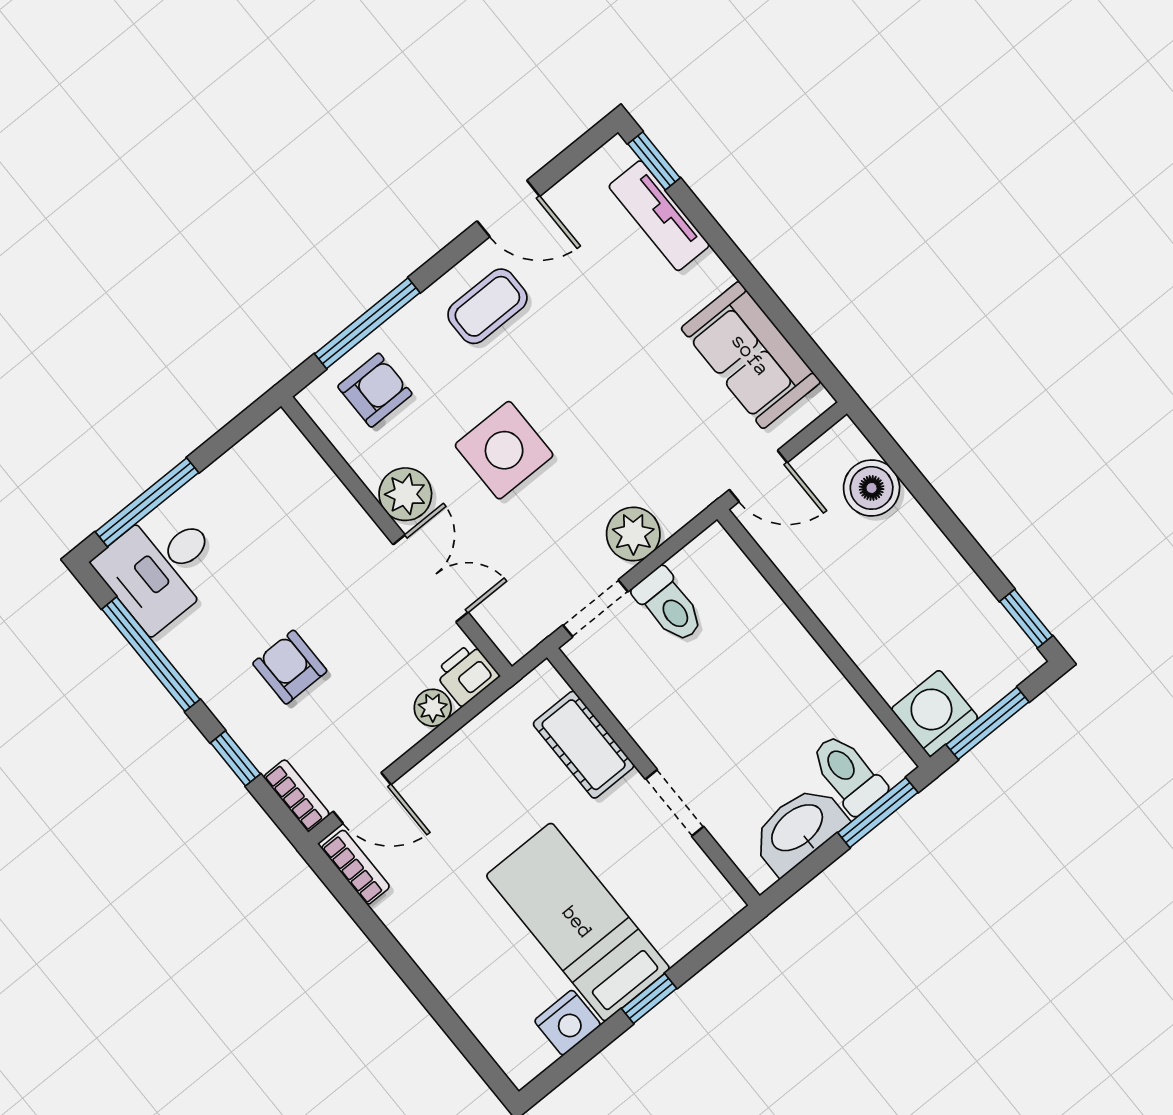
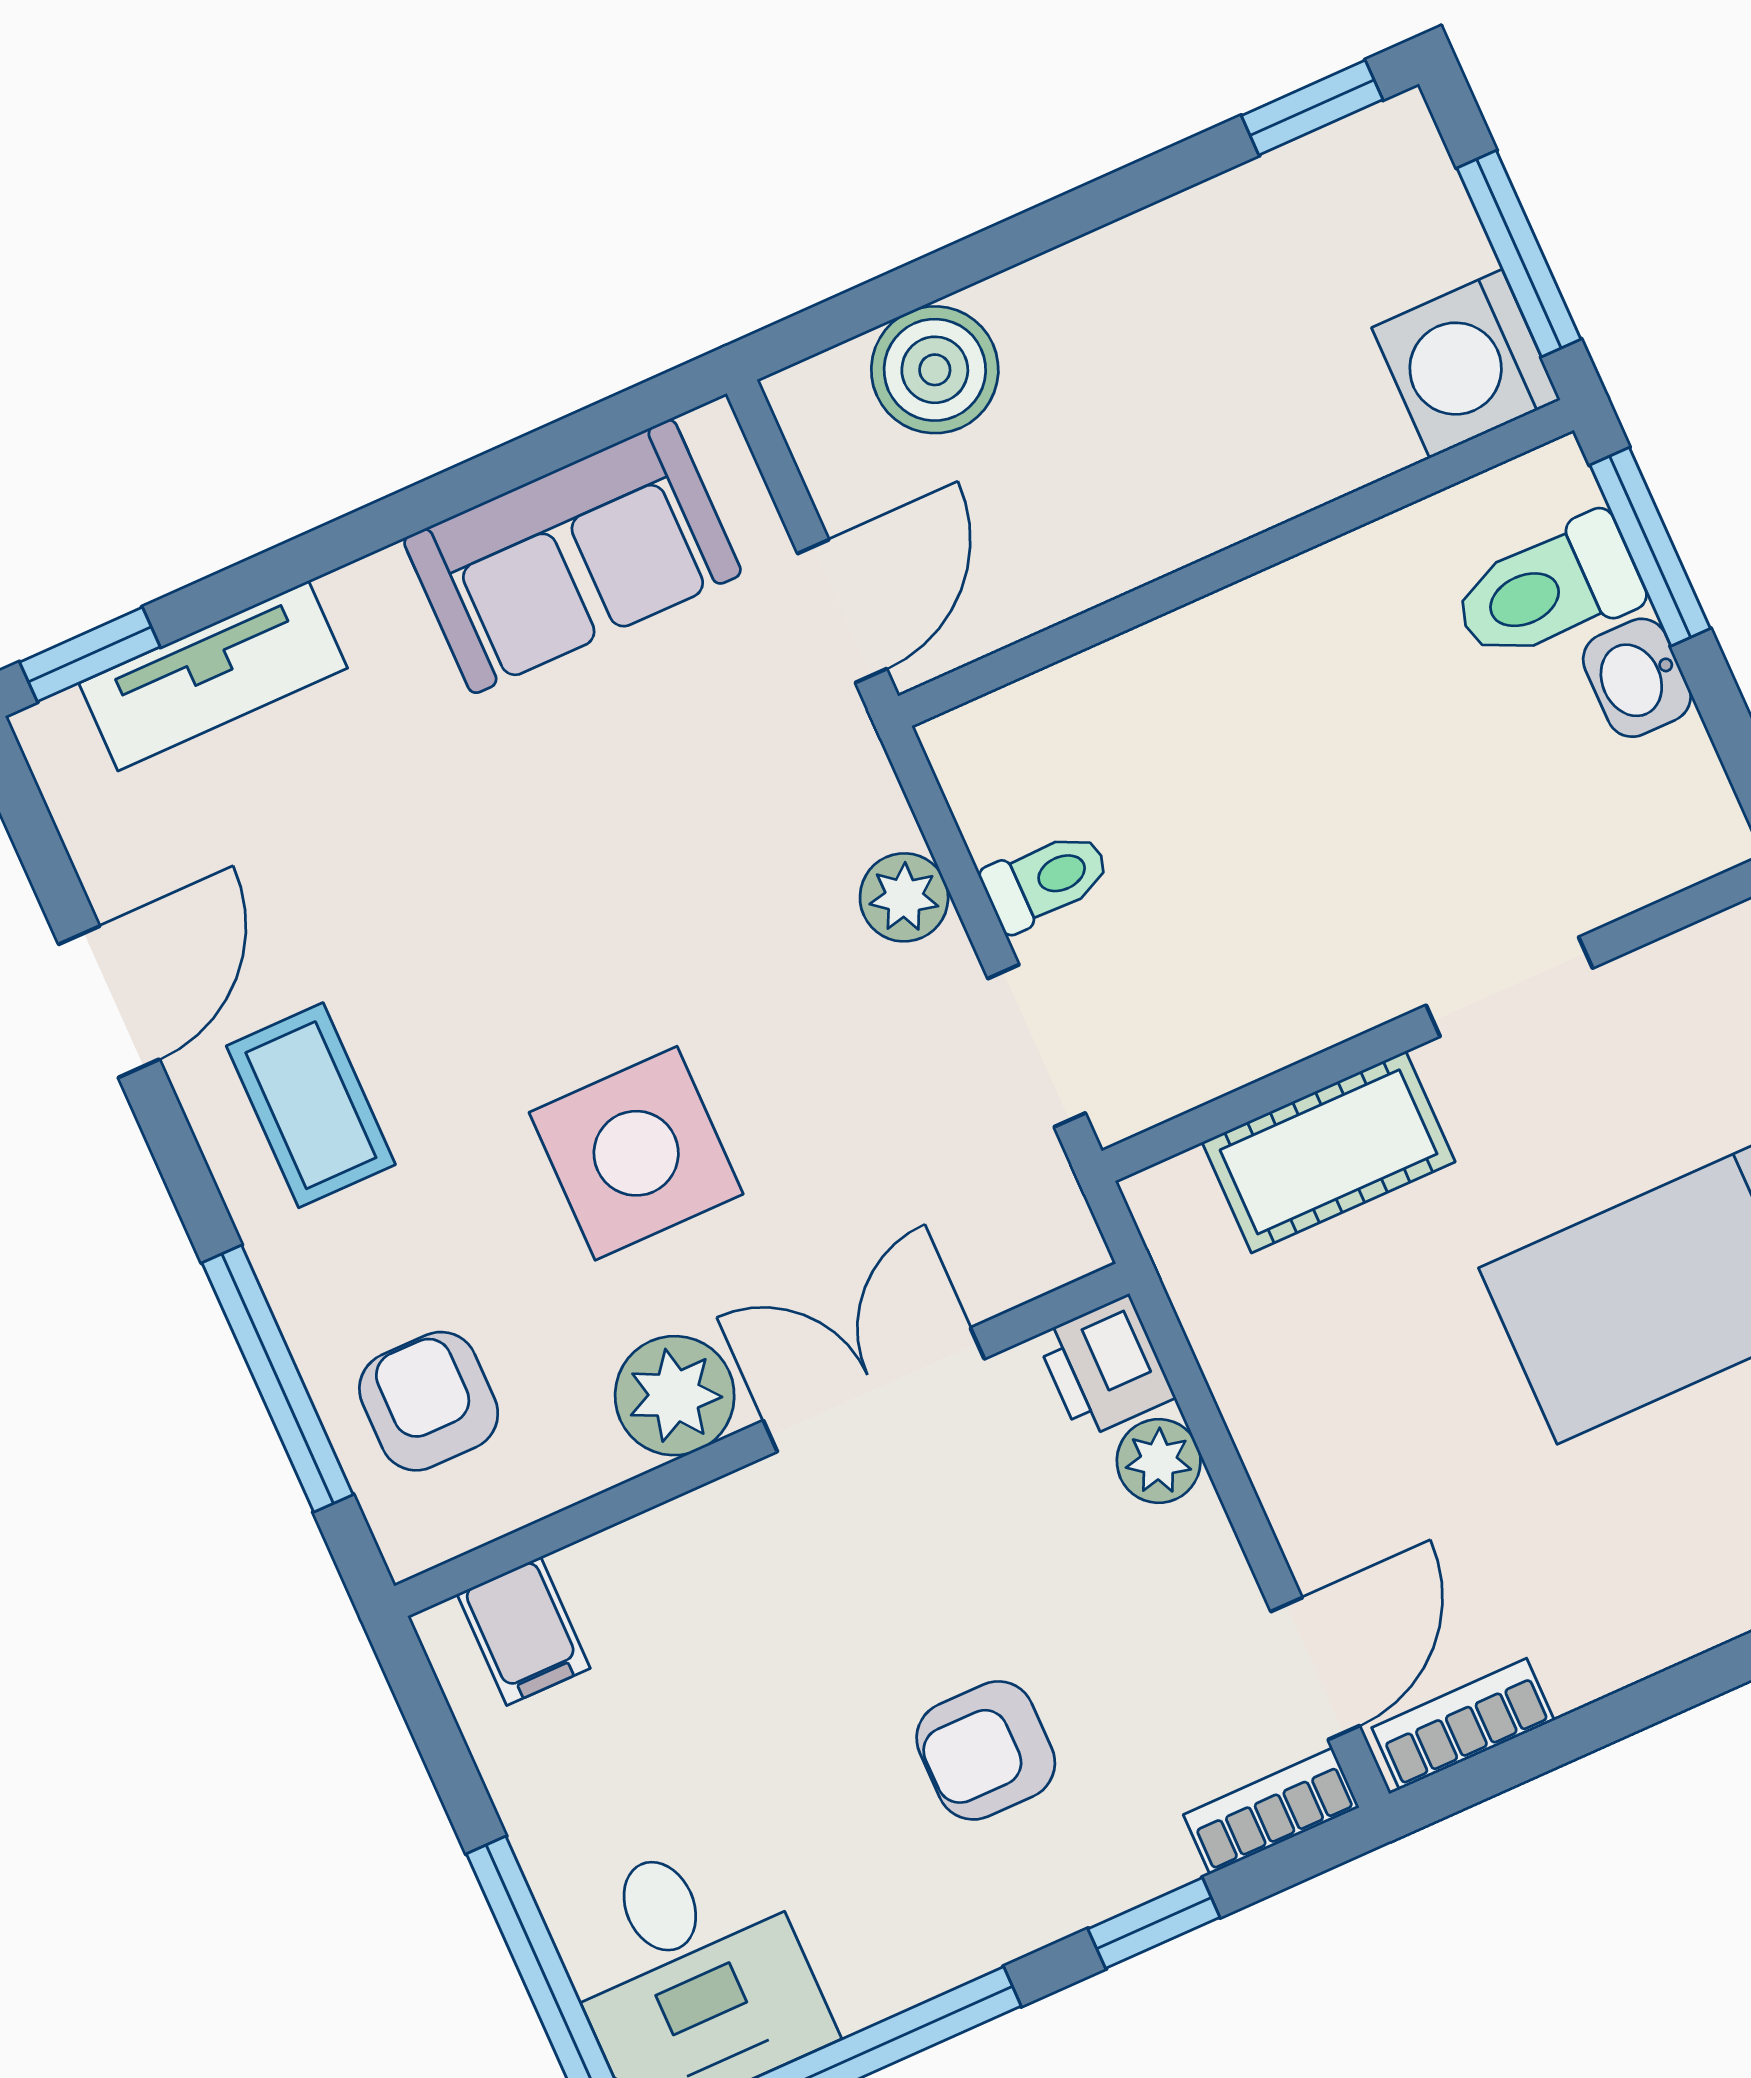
filing cabinet: (288, 457) -> (524, 1631), added
plant: (633, 534) -> (904, 897), width x0.73, depth x0.73
toilet: (669, 605) -> (1046, 880), width x0.73, depth x0.72
washbasin: (798, 829) -> (1637, 678), width x0.52, depth x0.69

